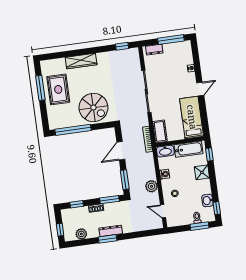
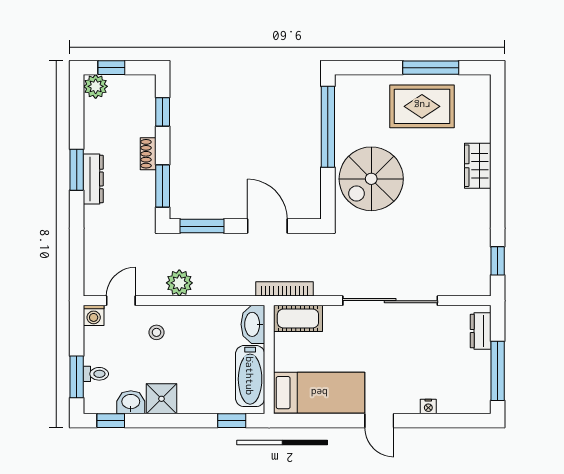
wardrobe: (81, 61) -> (478, 166), width x0.67
shower: (202, 172) -> (161, 399), moved
washing machine: (164, 174) -> (94, 315), moved
plant: (81, 234) -> (96, 86), moved

